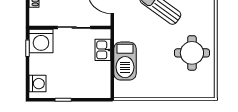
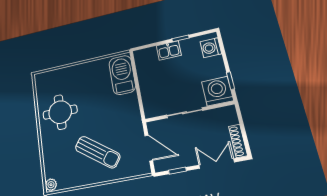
kitchen sink: (103, 50) -> (169, 51), moved, turned 90
barbecue: (125, 61) -> (122, 75), moved

